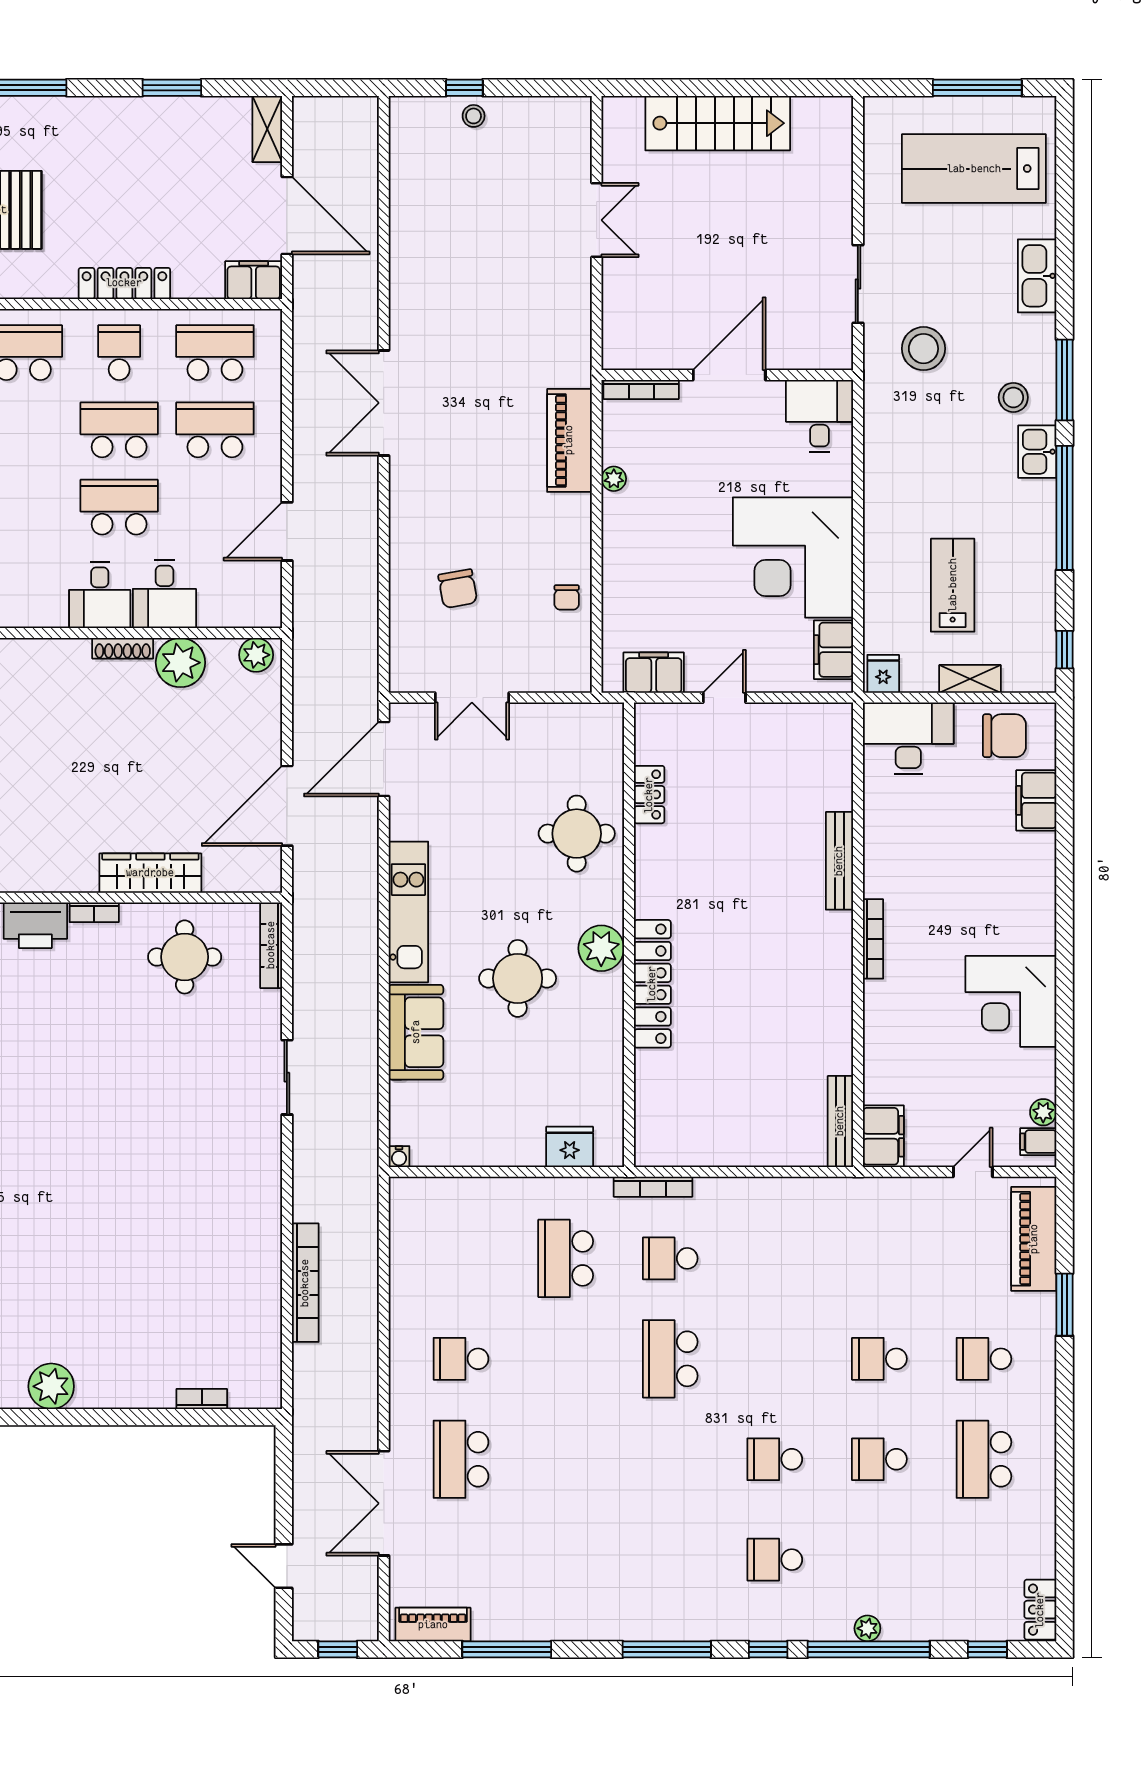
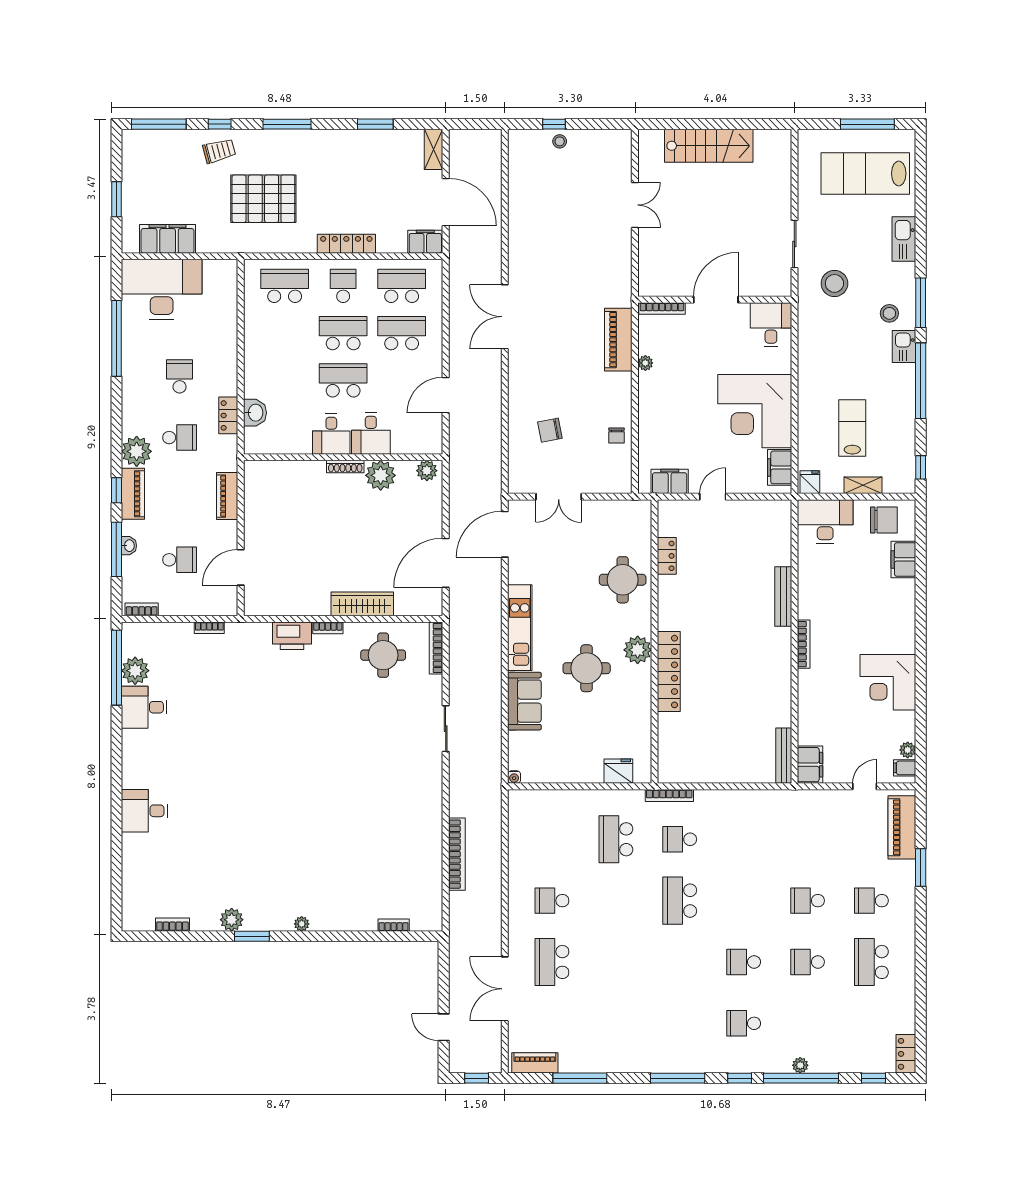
chair: (458, 589) -> (550, 430), turned 89
plant: (51, 1386) -> (302, 924), width x0.53, depth x0.53

